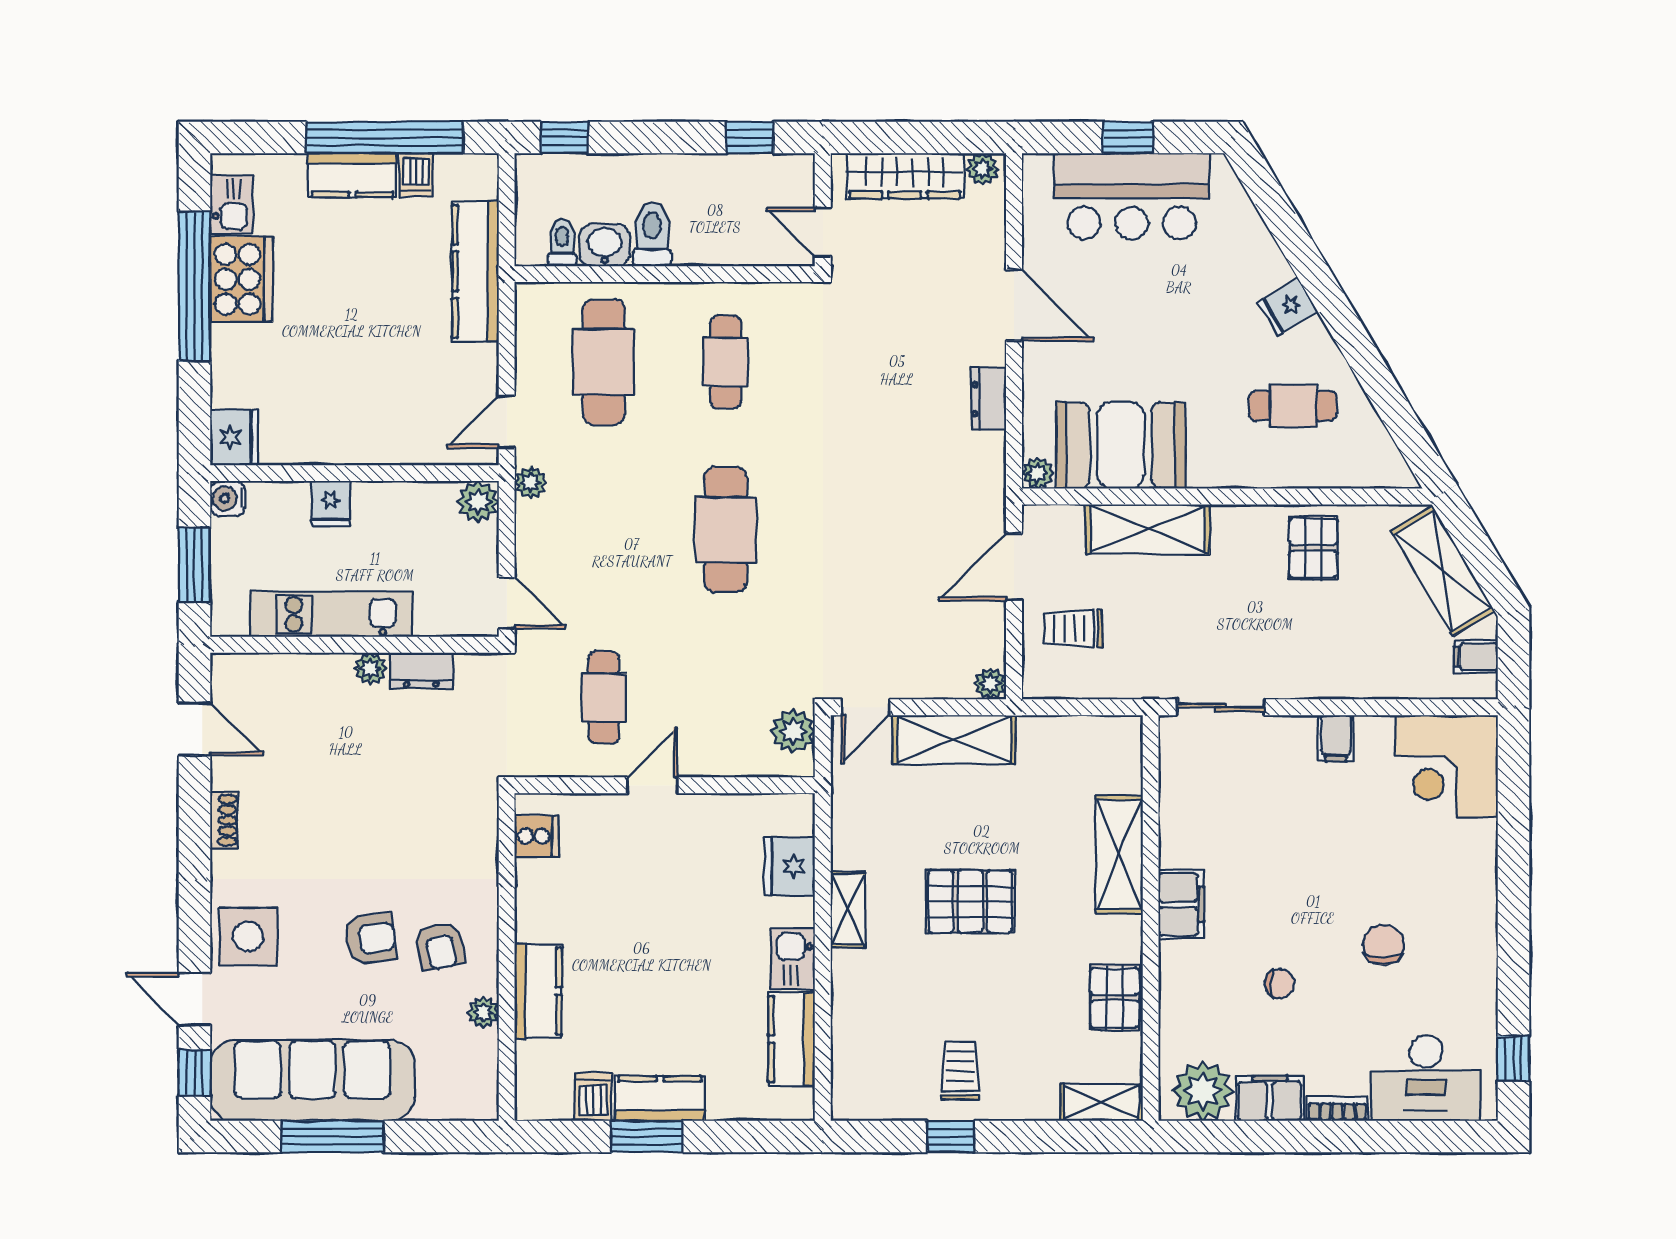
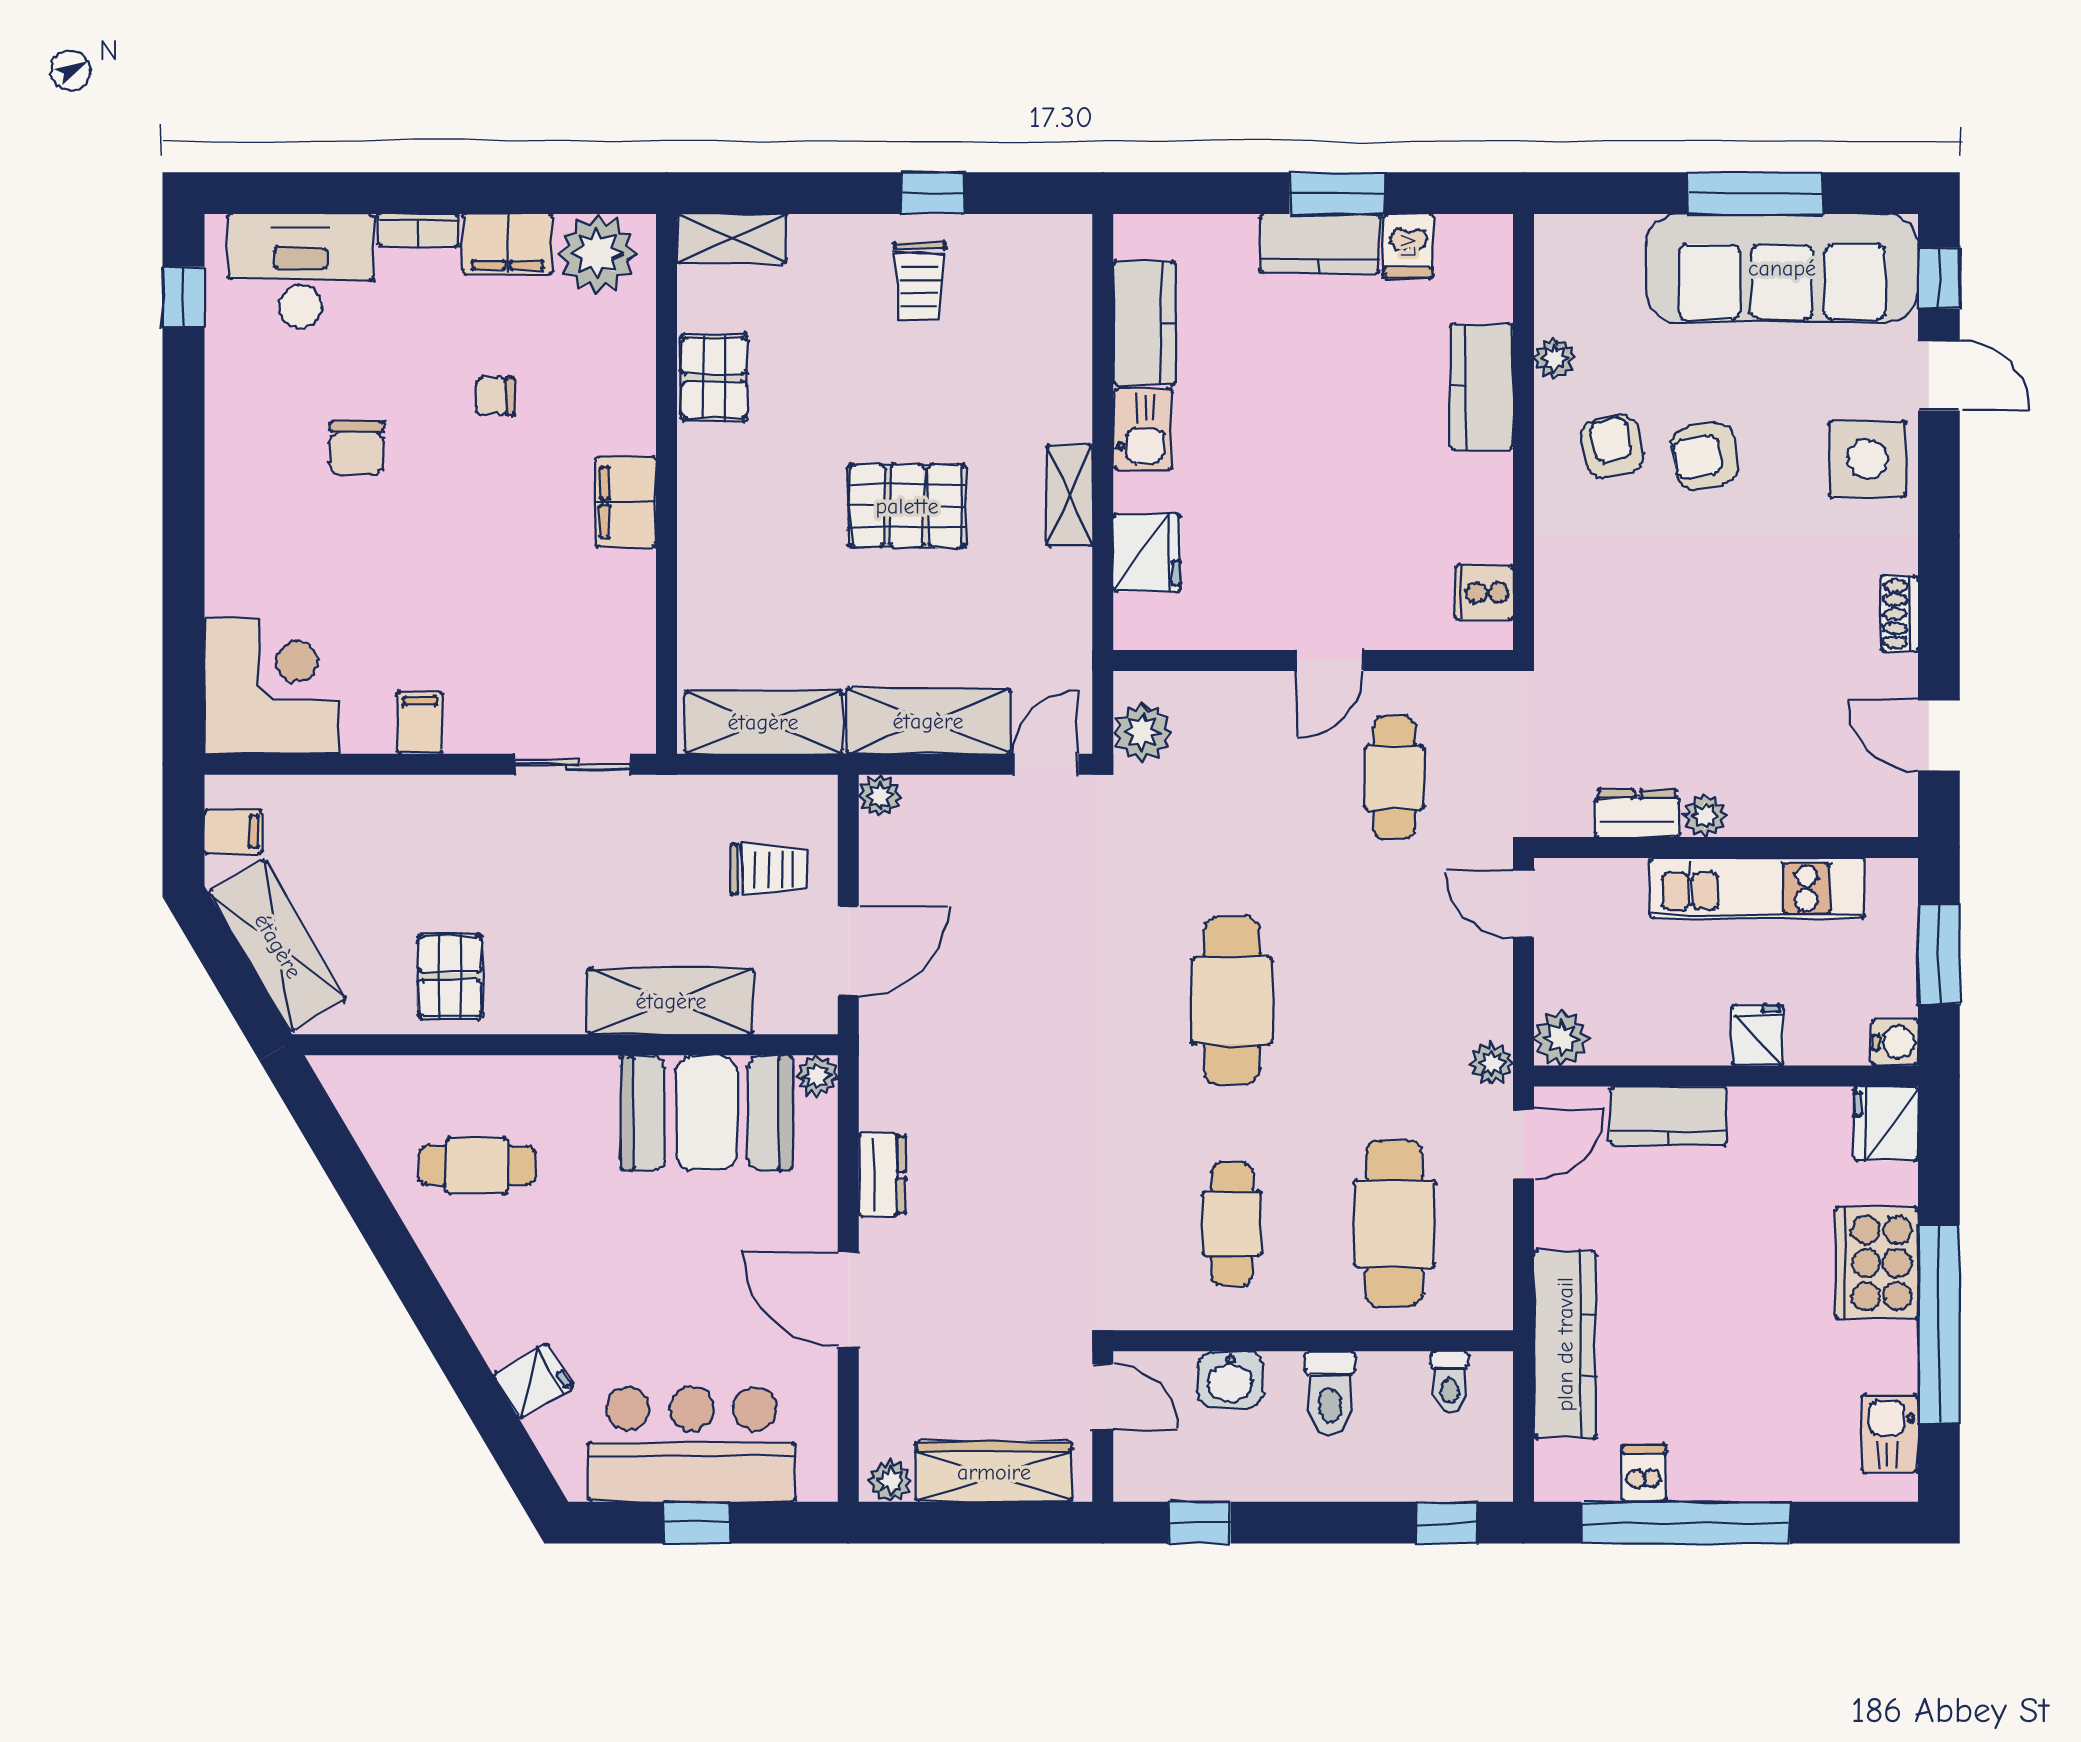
kitchen counter: (352, 175) -> (1668, 1116), moved, turned 180
washbasin: (605, 245) -> (1230, 1379), moved
cooker: (241, 279) -> (1877, 1263), moved
fridge: (1288, 307) -> (533, 1381), moved
shelving: (1119, 854) -> (763, 722), moved, turned 90

